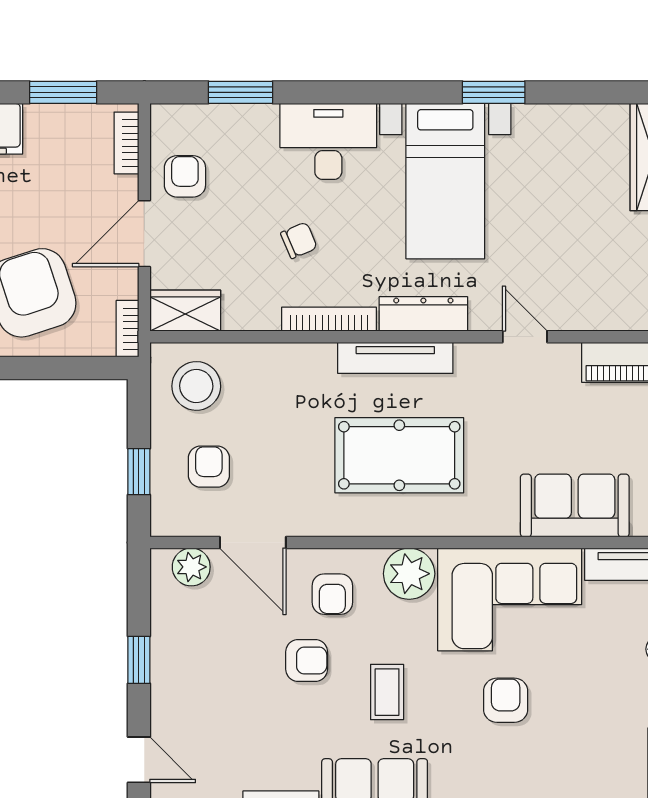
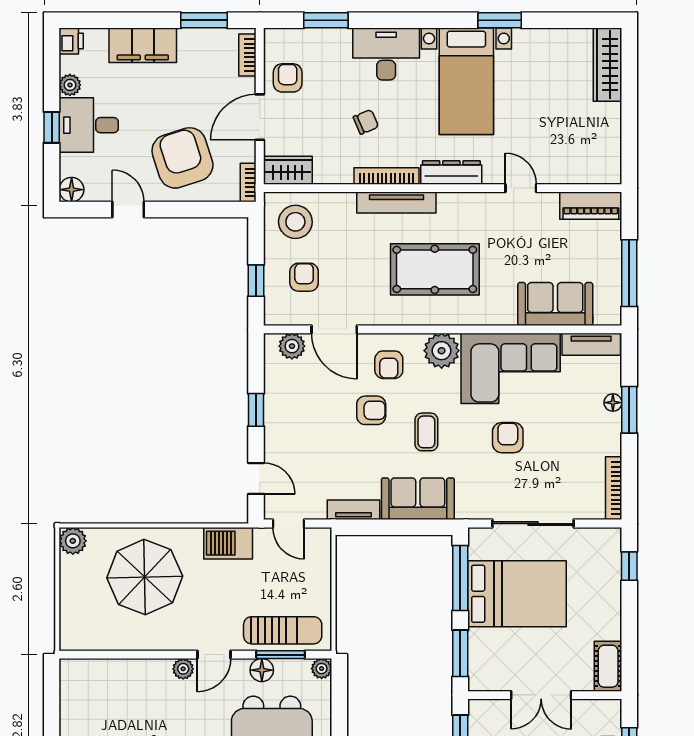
tv unit: (395, 358) -> (396, 203), moved

